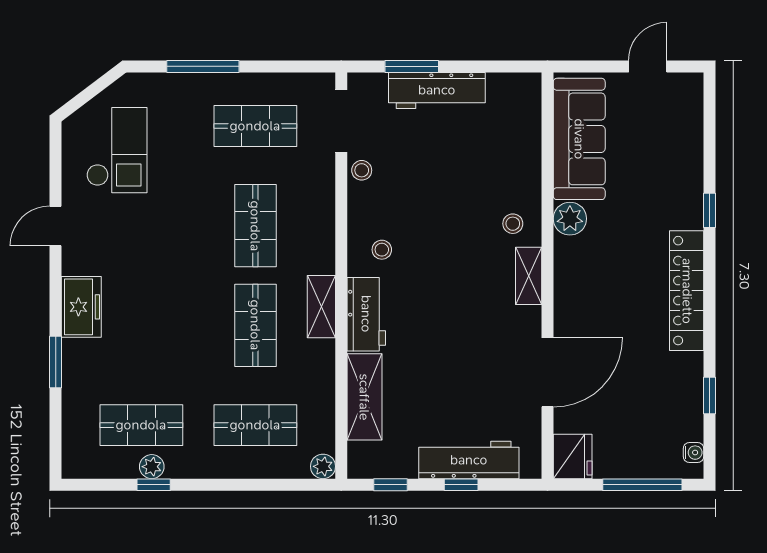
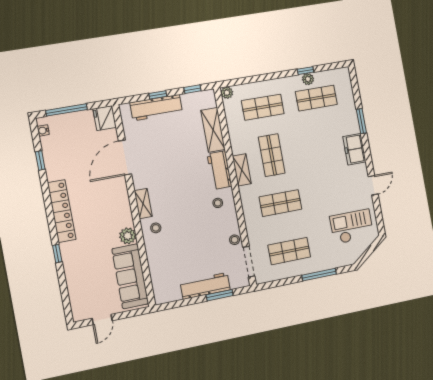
checkout: (117, 150) -> (352, 227), turned 90
shop shelf: (255, 226) -> (280, 203), turned 90

